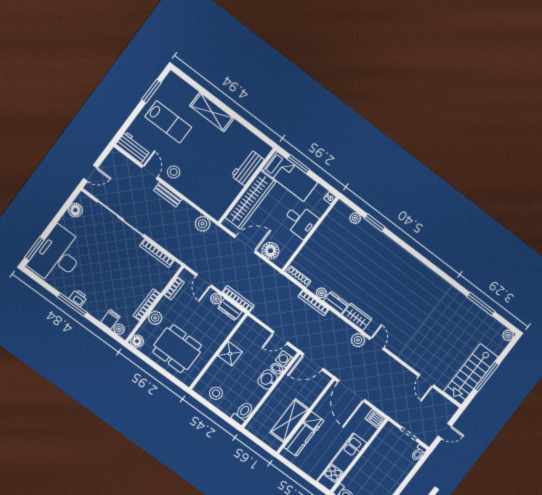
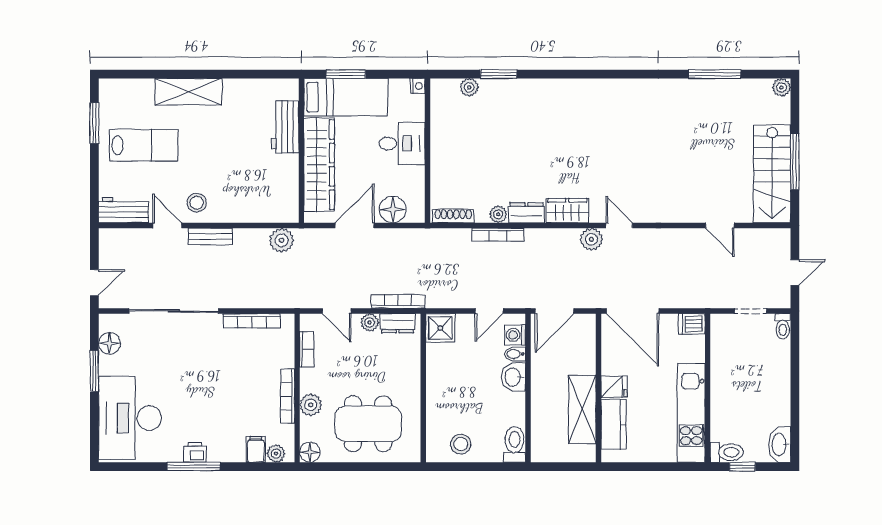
window: (34, 249) -> (94, 371), moved
shower: (230, 354) -> (440, 328), moved

